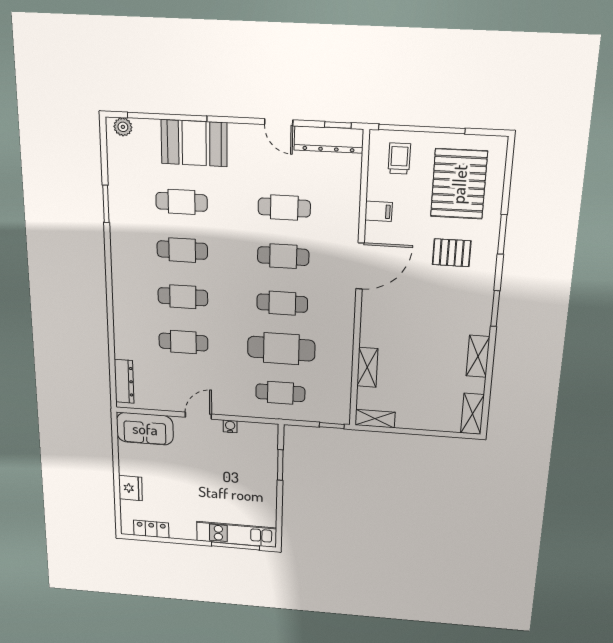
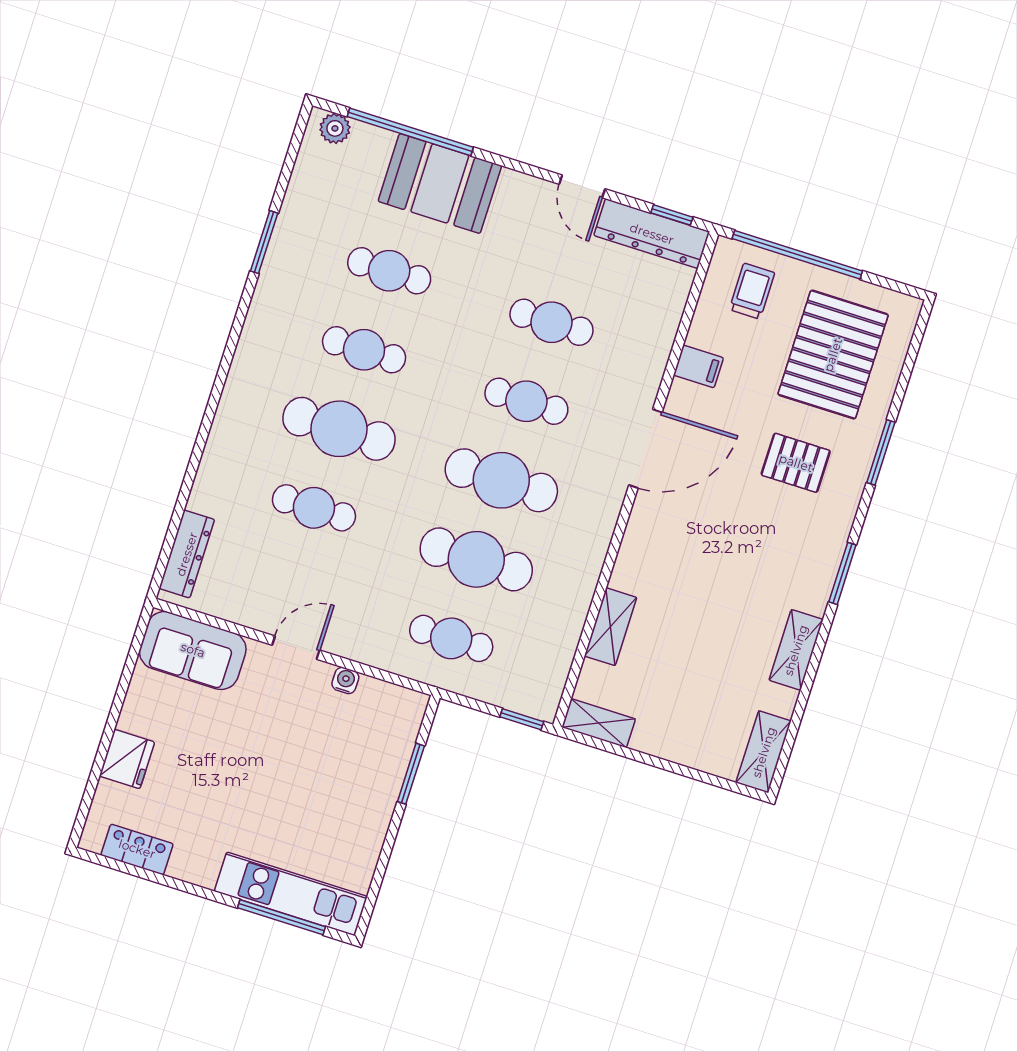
cafe table: (183, 297) -> (339, 429), width x1.37, depth x1.35
cafe table: (282, 303) -> (501, 480), width x1.37, depth x1.35

